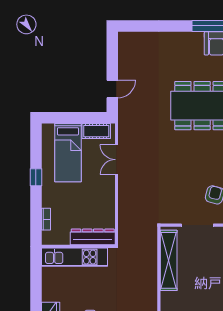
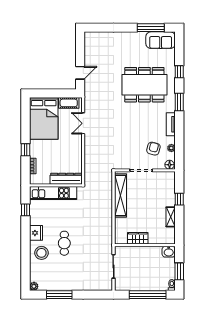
bed: (68, 153) -> (44, 118), width x1.50
window: (36, 177) -> (26, 150), moved
window: (36, 280) -> (26, 210), added

